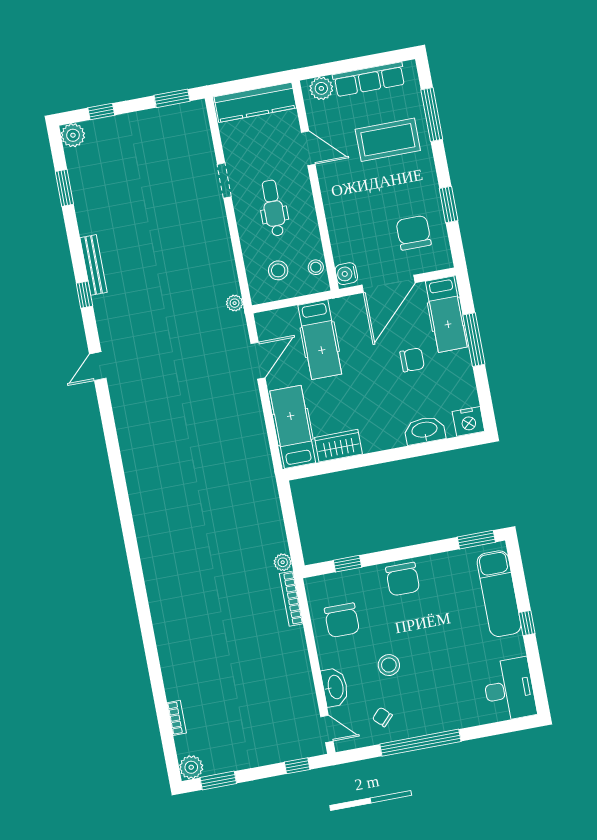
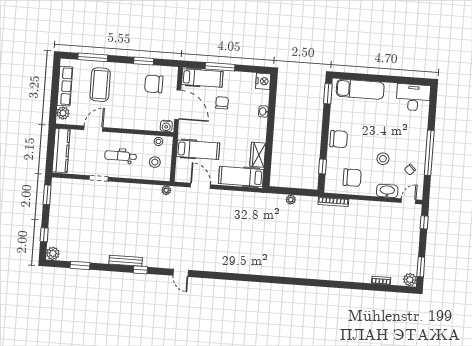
washbasin: (425, 430) -> (263, 111), width x0.52, depth x0.69
plant: (283, 562) -> (291, 200), moved
window: (527, 623) -> (380, 78), removed

